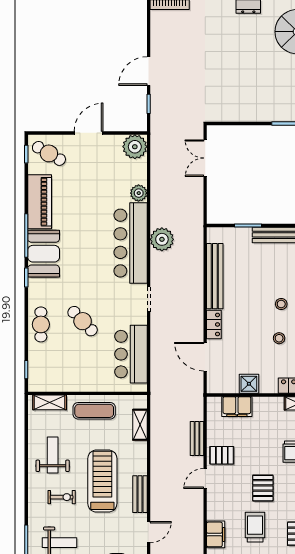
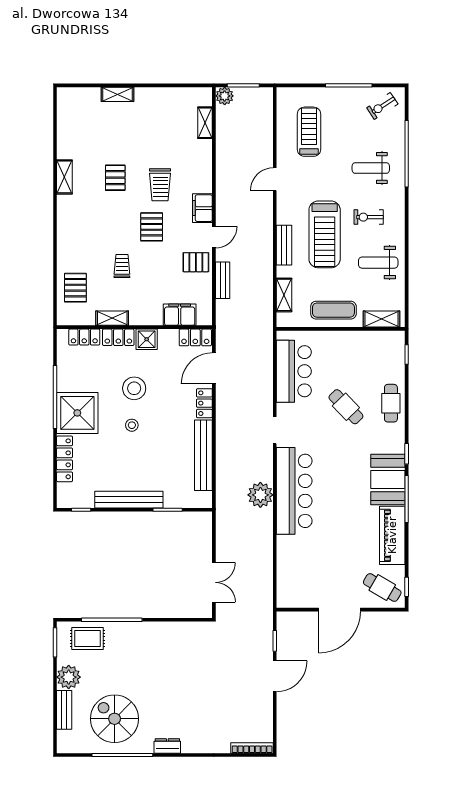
door: (89, 133) -> (339, 610), width x1.36
plant: (135, 147) -> (290, 595), removed
plant: (139, 193) -> (285, 545), removed
stool: (279, 338) -> (134, 388), width x1.89, depth x1.89
door: (205, 357) -> (214, 368), swing flipped
shower: (249, 384) -> (147, 339), moved
locker: (222, 385) -> (195, 337), added
weight bench: (53, 455) -> (378, 263), turned 90
bench: (140, 494) -> (284, 245), moved
filing cabinet: (216, 534) -> (202, 208), moved

